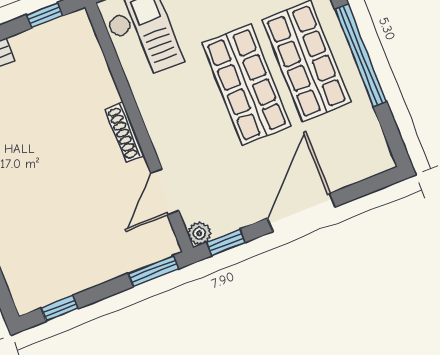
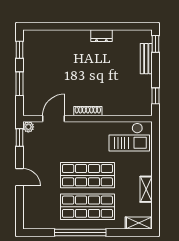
door: (165, 192) -> (54, 119), hinge flipped
door: (302, 212) -> (19, 177), width x0.53
window: (153, 271) -> (19, 84), moved

